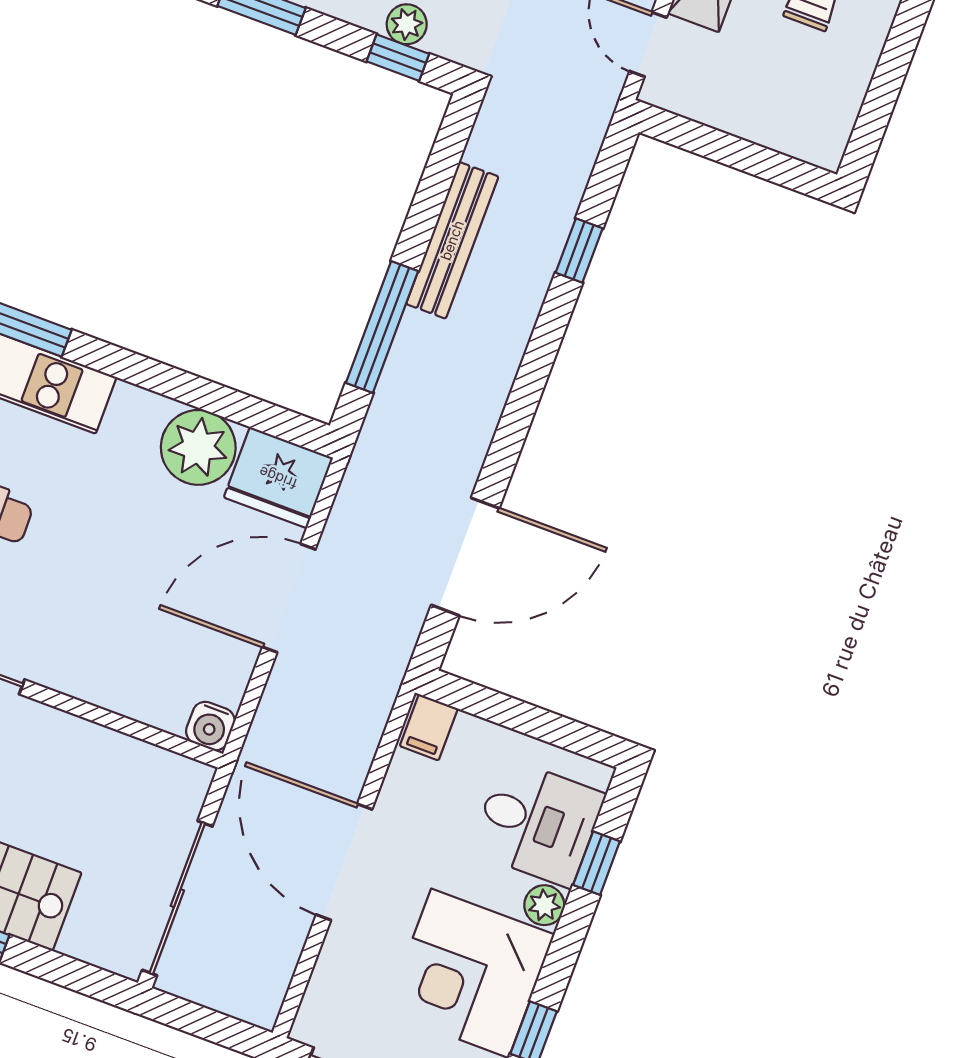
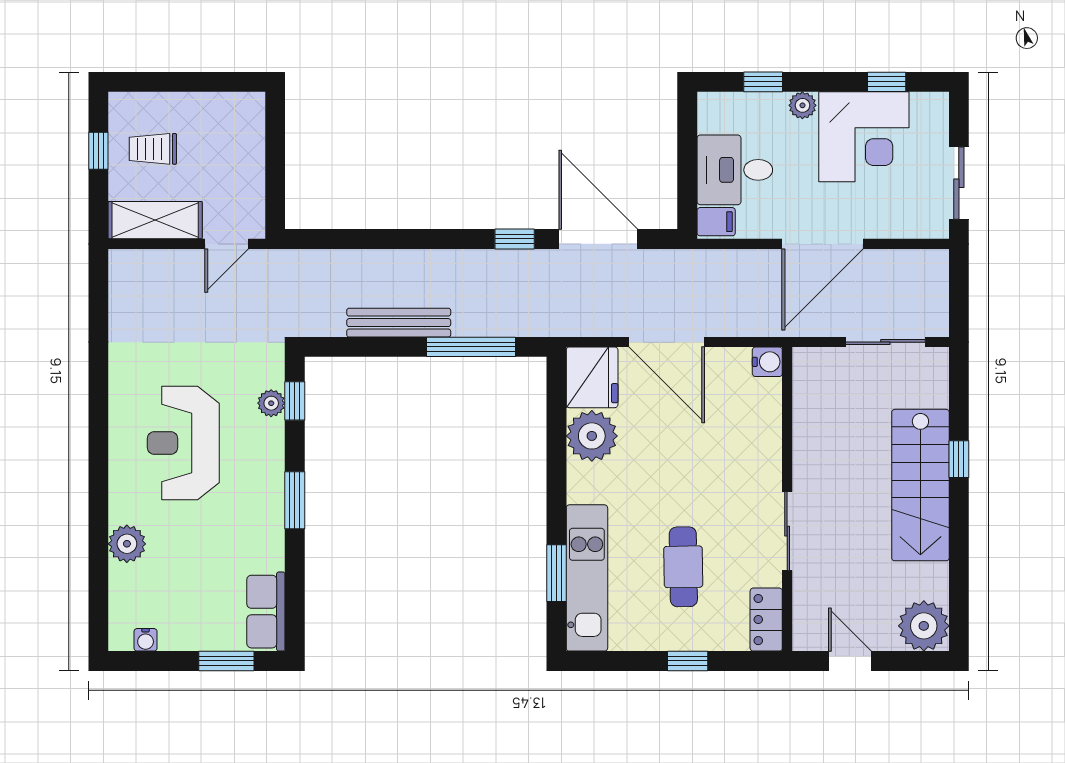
window: (579, 251) -> (515, 239), moved
desk: (537, 823) -> (735, 170), moved, turned -90
sliding door: (177, 898) -> (885, 342), width x0.73

